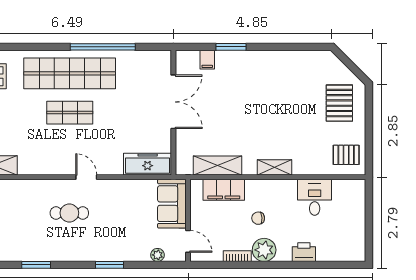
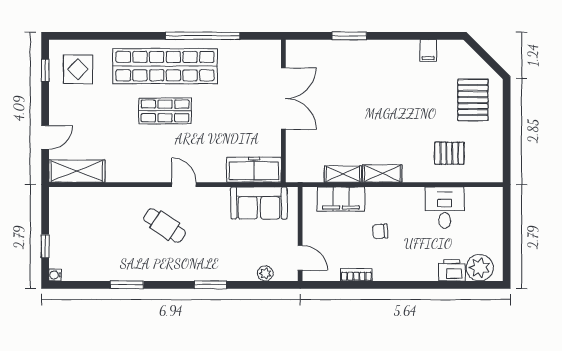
filing cabinet: (207, 60) -> (428, 50), moved
pallet: (346, 155) -> (449, 153), moved
shelving: (217, 165) -> (343, 174), width x0.67, depth x0.75
shelving: (274, 167) -> (382, 174), moved
sofa: (172, 204) -> (259, 203), moved, turned -90
cafe table: (69, 213) -> (165, 226), turned 34
plant: (264, 250) -> (480, 268), moved
printer: (304, 252) -> (452, 270), moved

